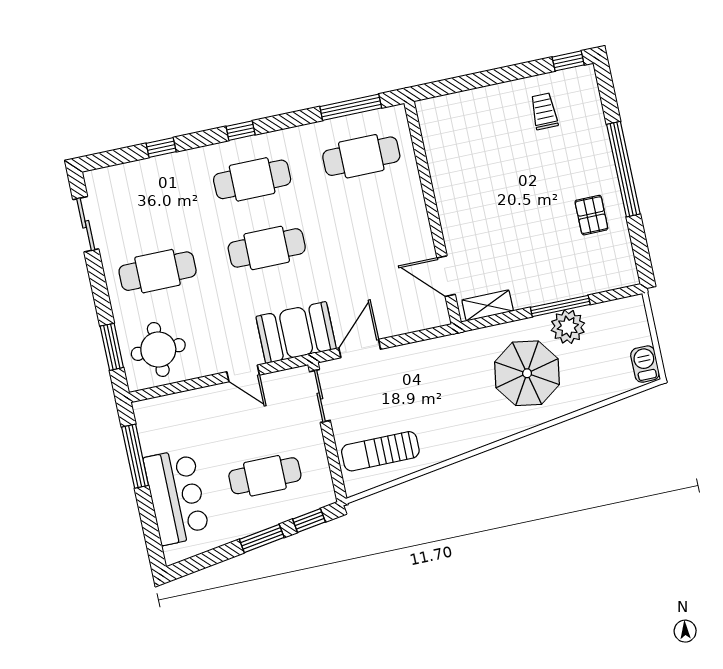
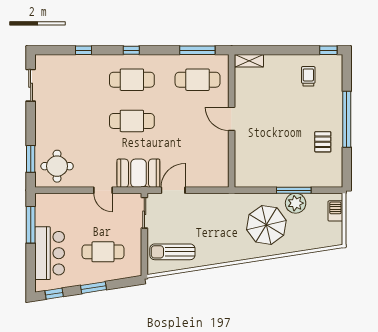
cafe table: (158, 271) -> (66, 121), removed
door: (446, 276) -> (232, 119), moved
shelving: (488, 305) -> (249, 61), moved
barbecue: (645, 364) -> (335, 211), moved
window: (309, 520) -> (54, 294), moved

